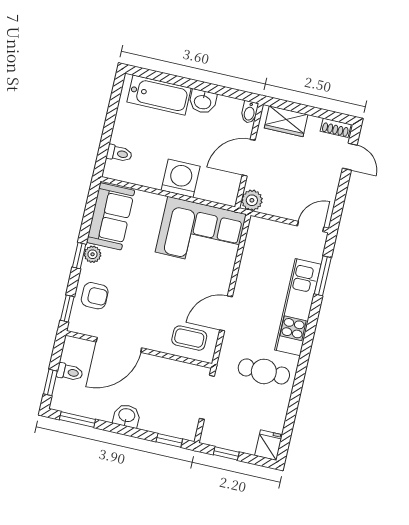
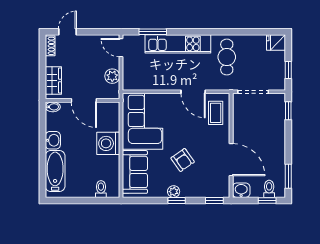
plant: (252, 200) -> (112, 76), moved
sofa: (111, 216) -> (135, 172), moved, turned 90
armchair: (95, 296) -> (183, 160), moved, turned 145
toilet: (70, 372) -> (269, 189), moved
washbasin: (127, 416) -> (241, 190), moved, turned 90

